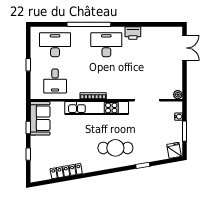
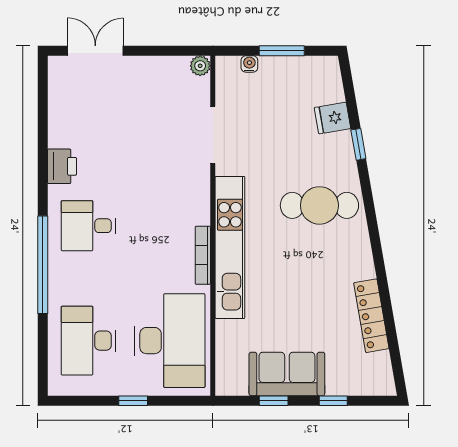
desk: (106, 45) -> (88, 226), width x0.73
desk: (55, 81) -> (170, 341), width x1.87, depth x1.30
sofa: (40, 118) -> (287, 374), moved
cafe table: (115, 148) -> (319, 205), turned 90
fridge: (174, 150) -> (332, 118), moved

